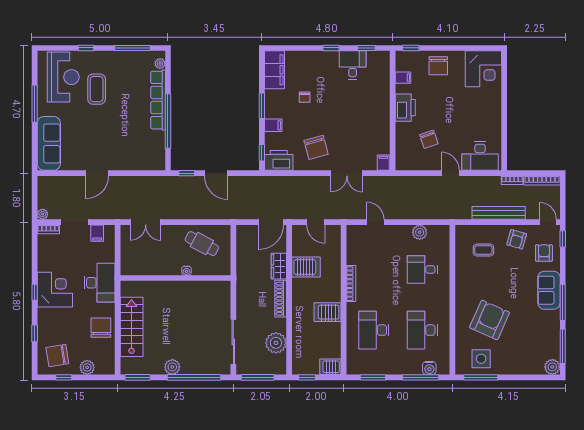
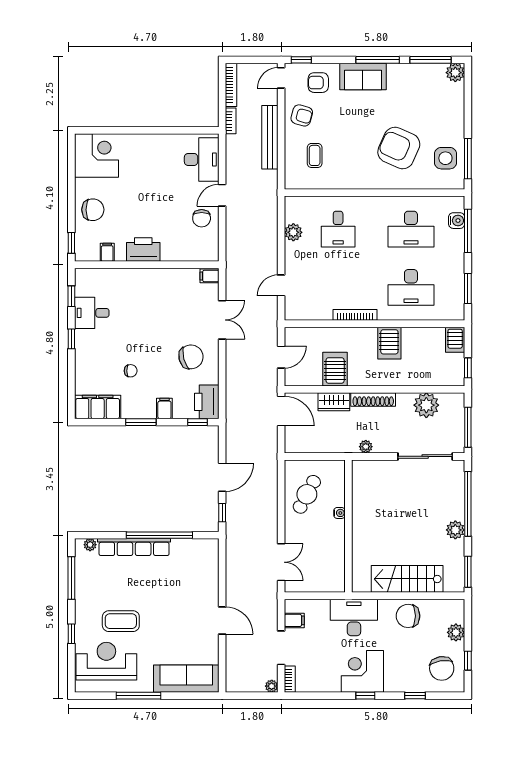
chair: (429, 139) -> (202, 218), moved, turned 109
plant: (241, 292) -> (366, 447), added

